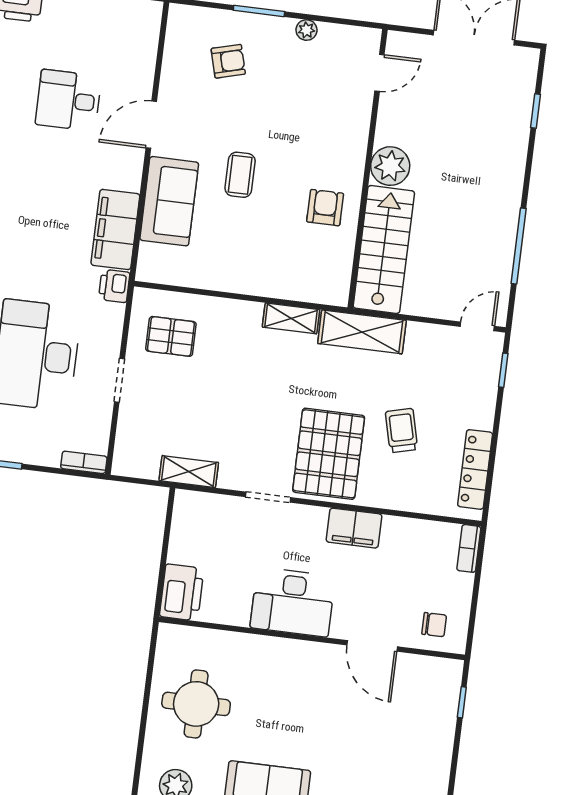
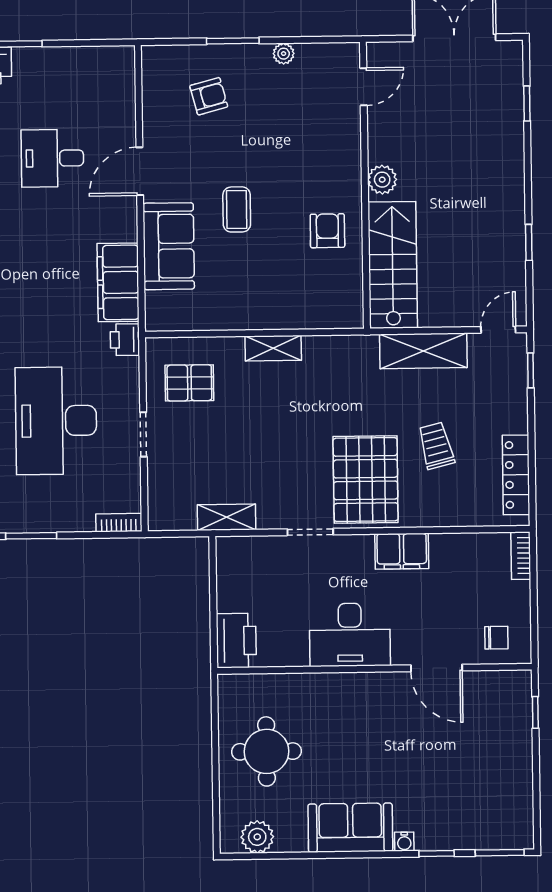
plant: (390, 166) -> (382, 180), width x0.73, depth x0.73
window: (519, 246) -> (529, 242), width x0.46
shelving: (291, 318) -> (273, 348), moved
shelving: (362, 332) -> (423, 351), moved

